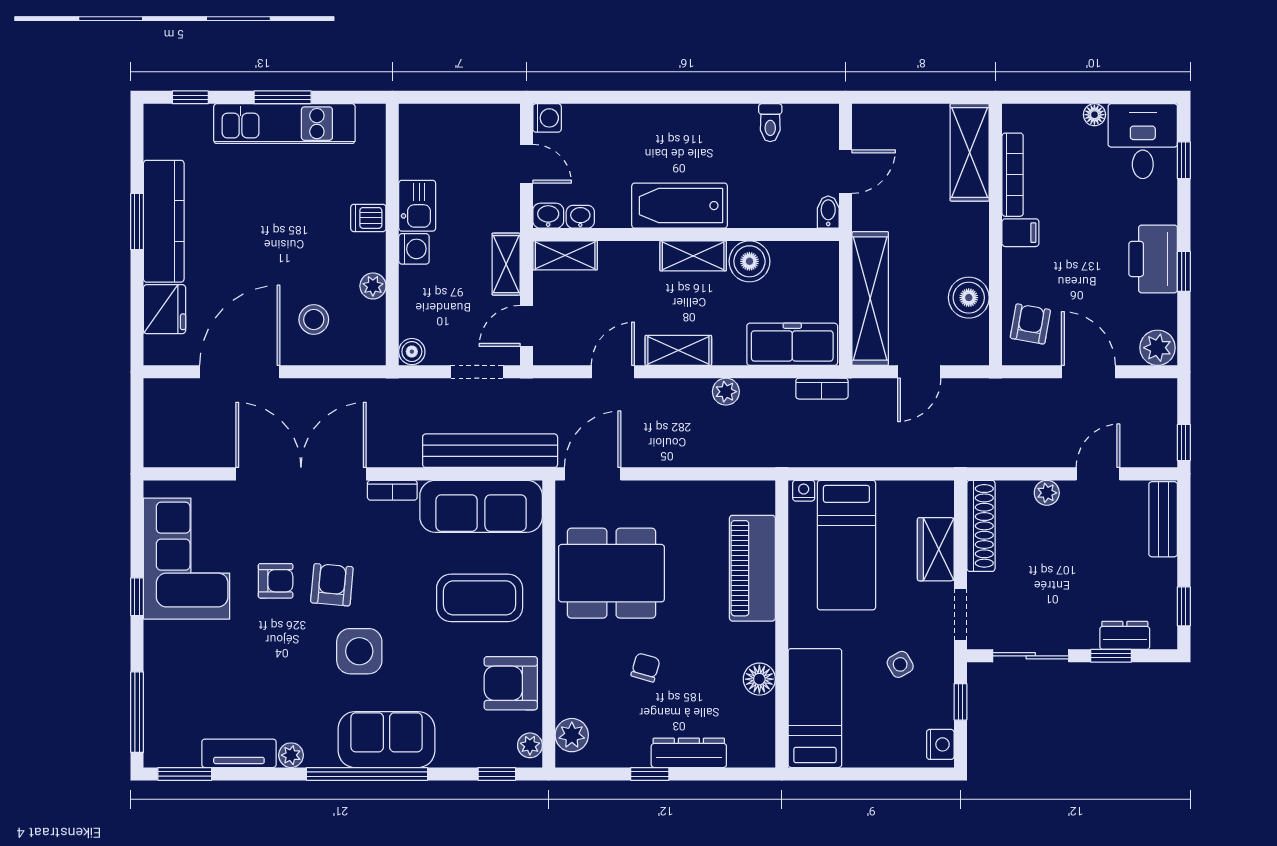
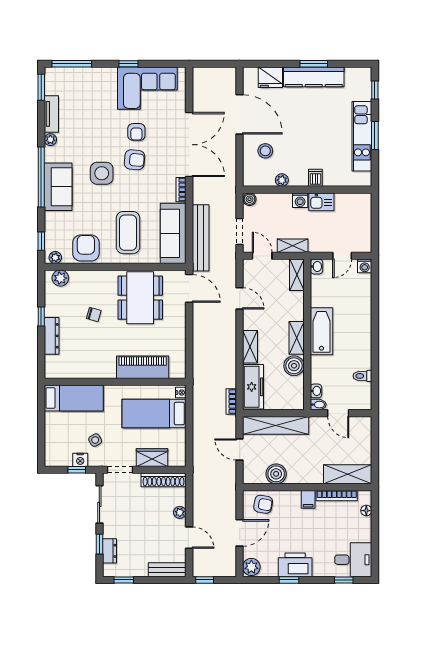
floor lamp: (1094, 115) -> (366, 511), moved
washbasin: (580, 217) -> (316, 391), moved
shelving: (678, 350) -> (250, 347), moved
plant: (726, 392) -> (230, 354), removed
floor lamp: (759, 679) -> (88, 371), removed
nightstand: (940, 744) -> (80, 460), moved

